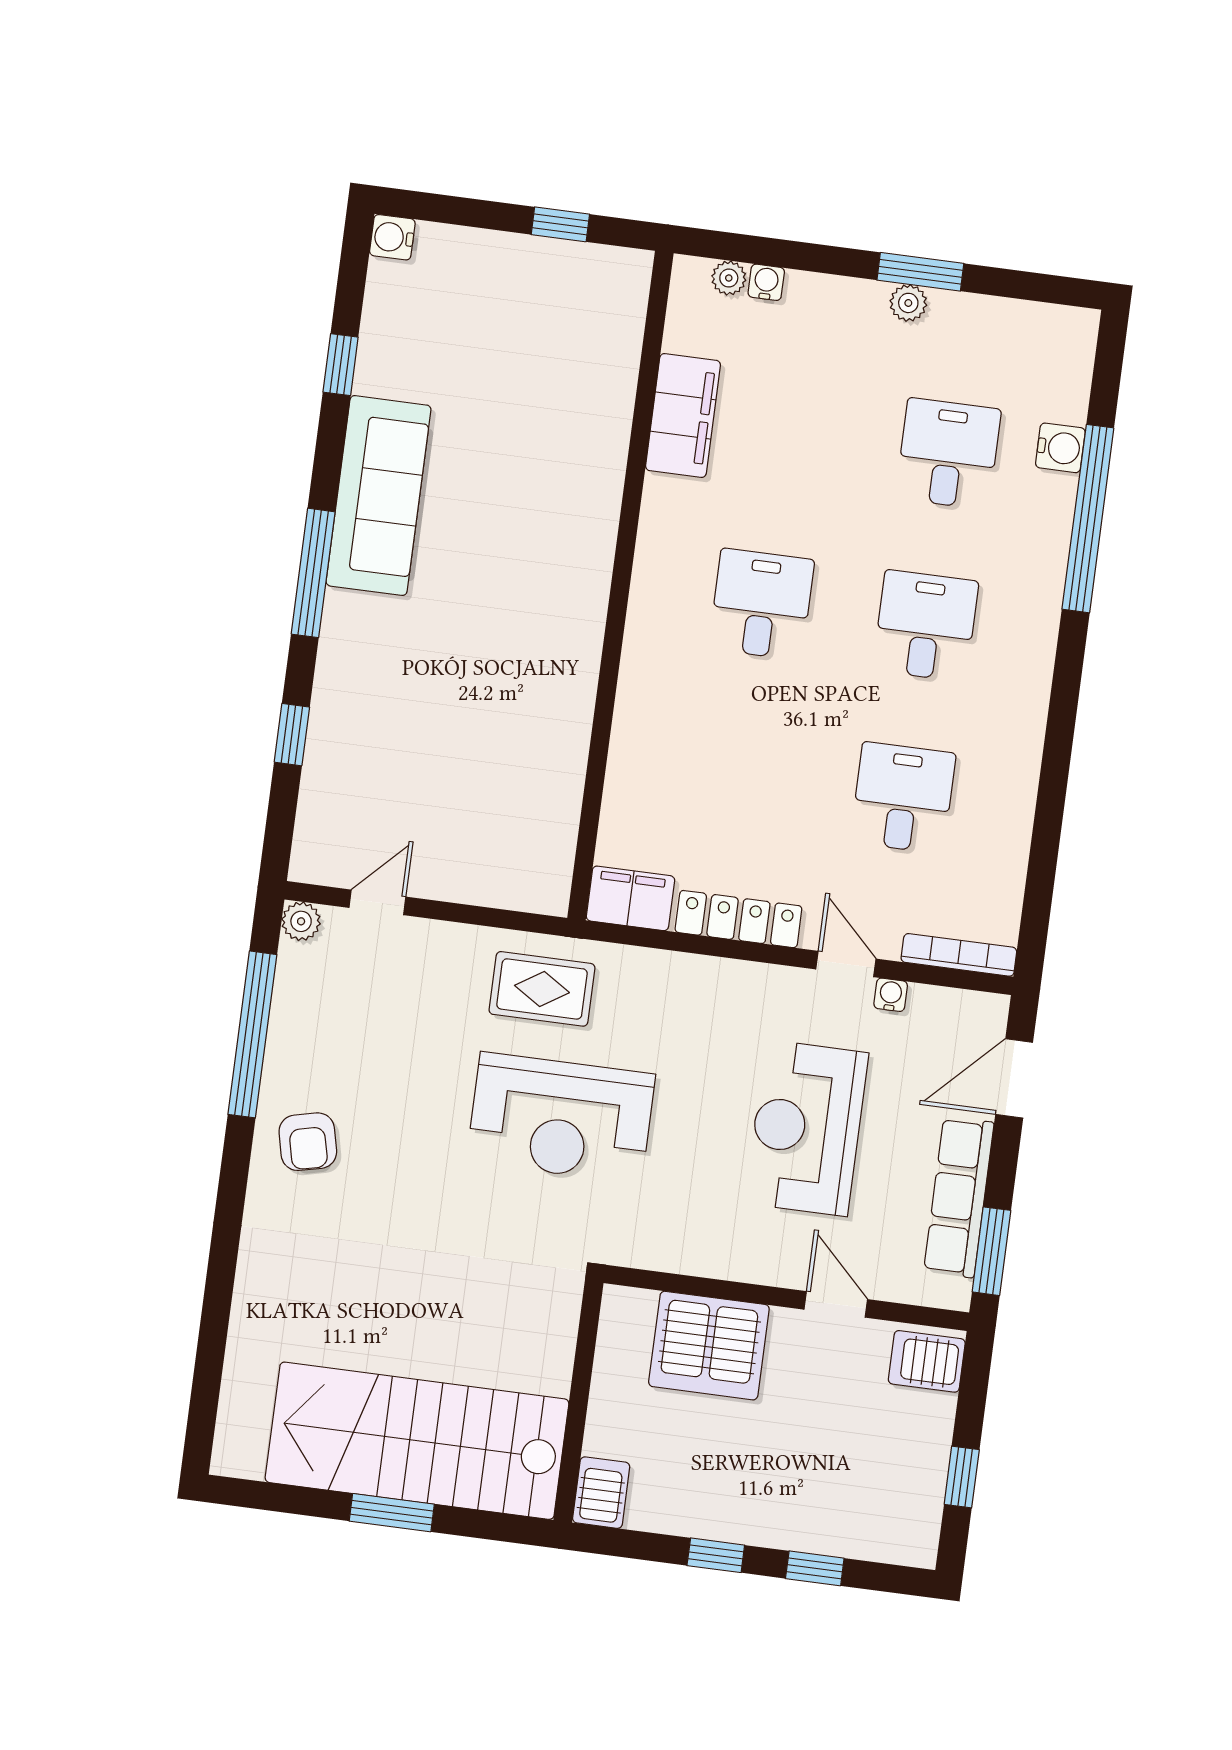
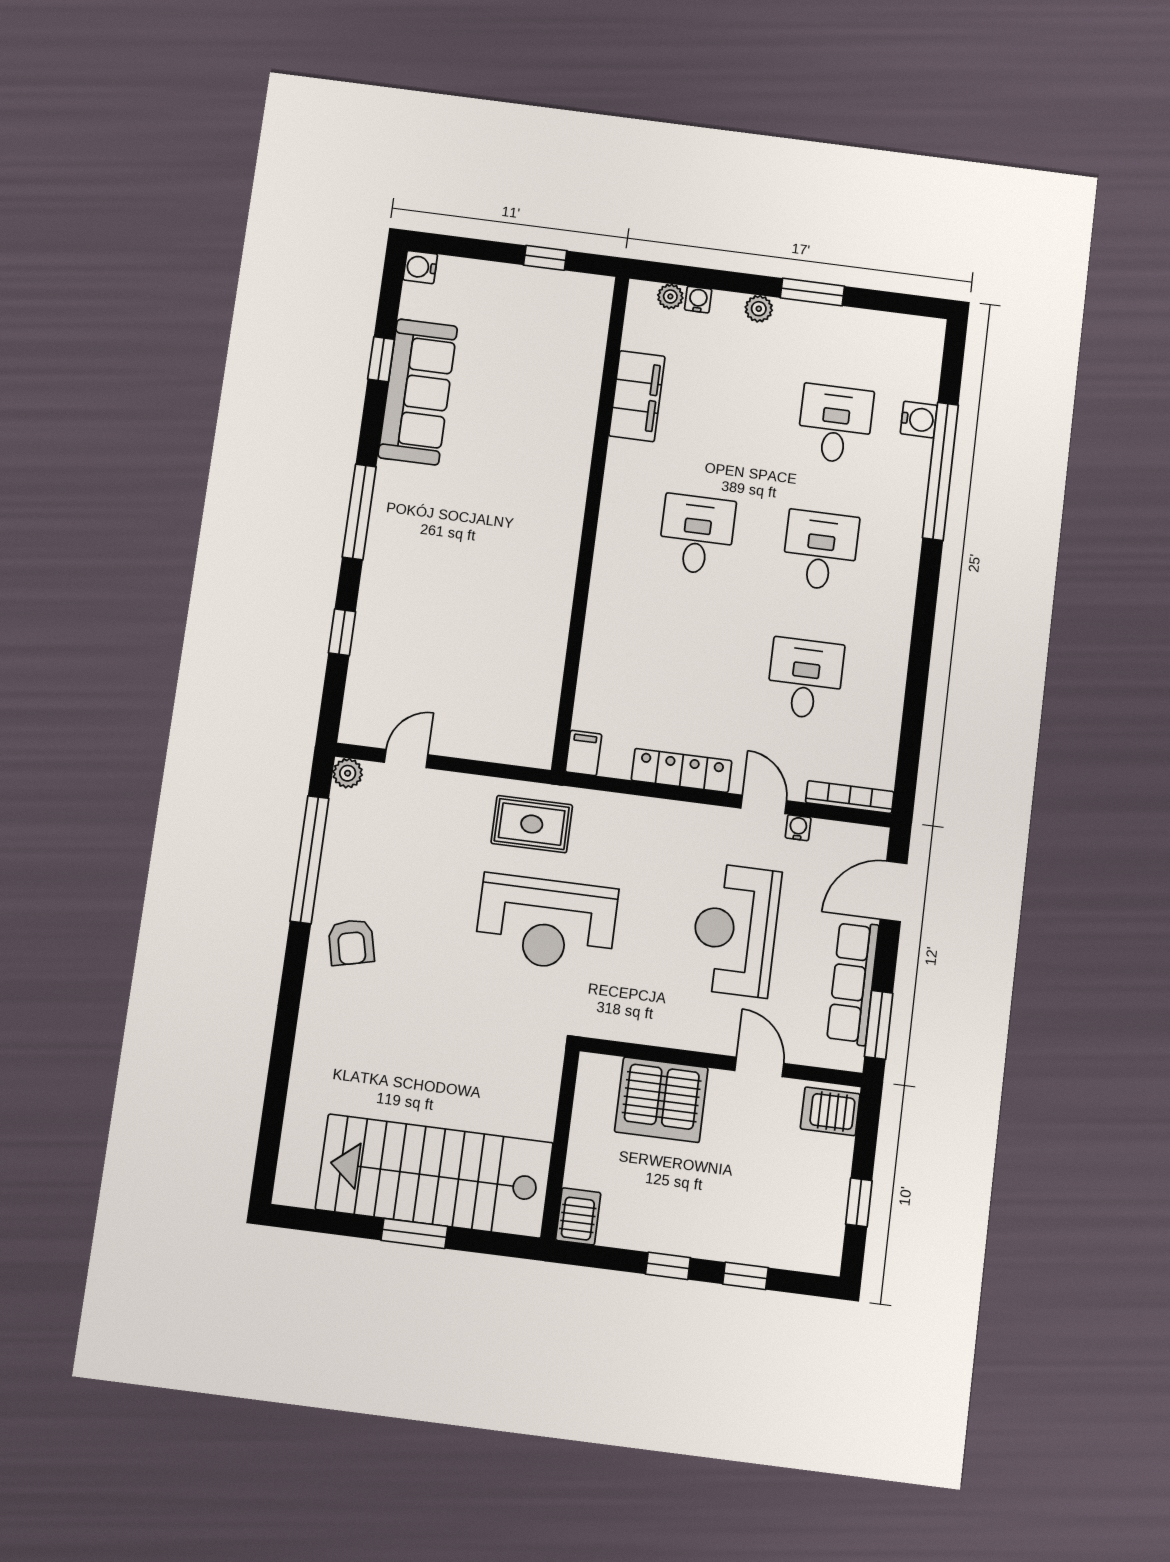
plant: (908, 303) -> (759, 309), moved
sofa: (379, 496) -> (418, 392), moved
filing cabinet: (630, 898) -> (583, 753), width x0.50

